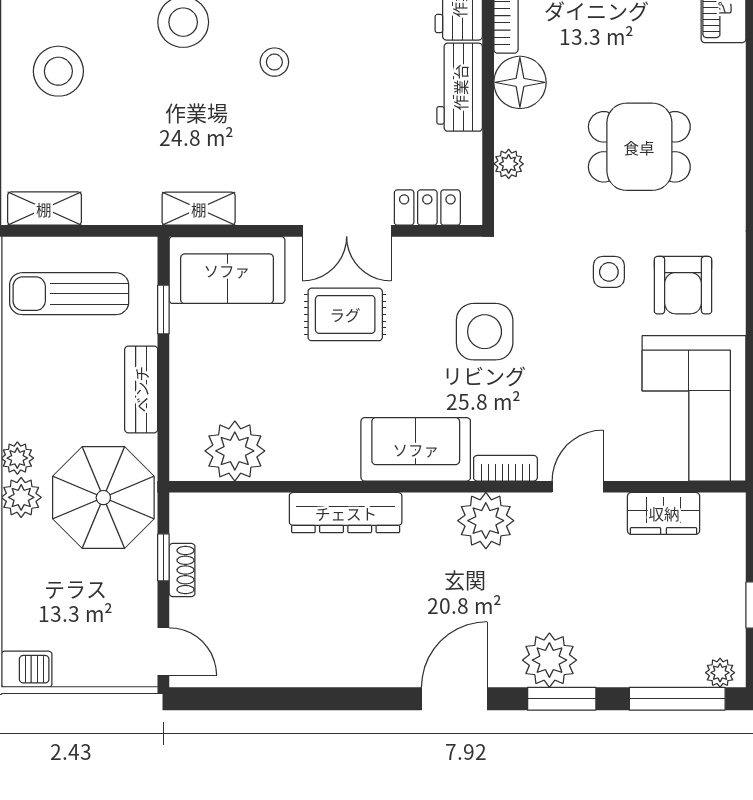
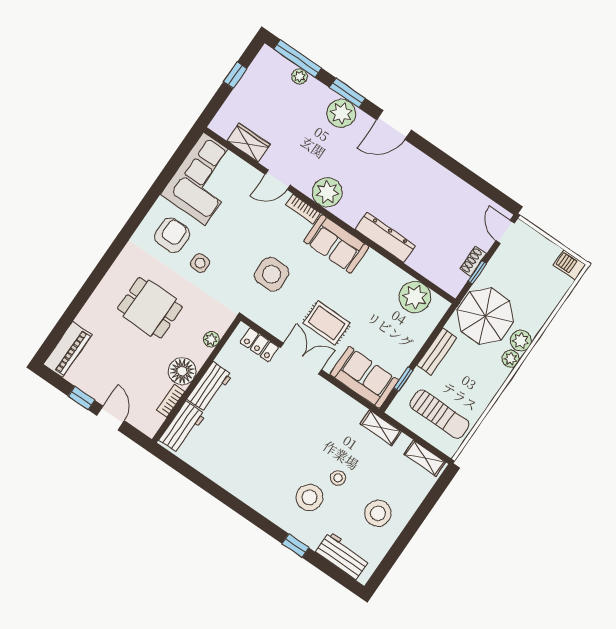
stool: (274, 62) -> (338, 478), moved
shelving: (199, 209) -> (381, 428), moved
plant: (720, 673) -> (299, 76), moved

